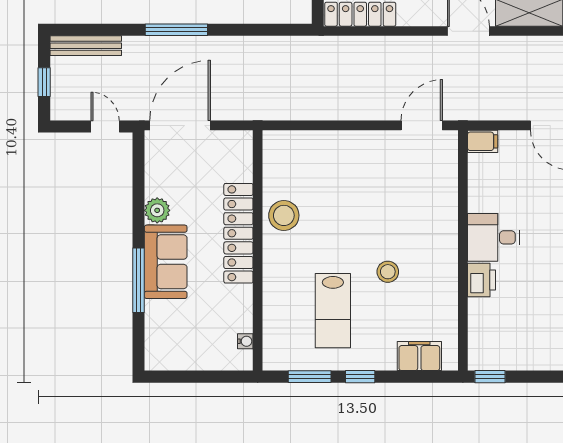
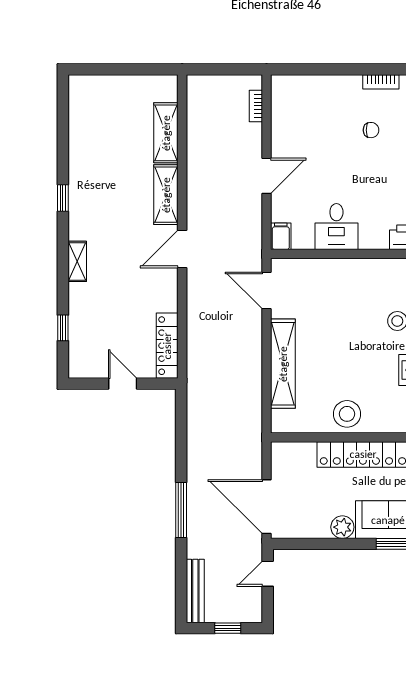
shelving: (340, 144) -> (283, 364), added
desk: (493, 237) -> (336, 227), moved

